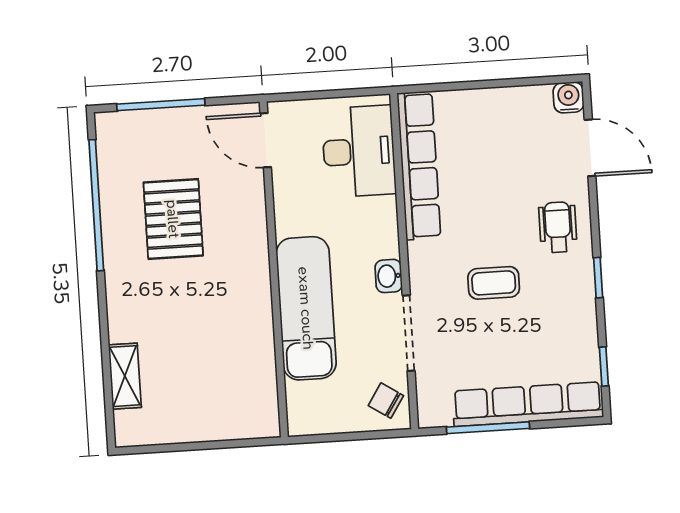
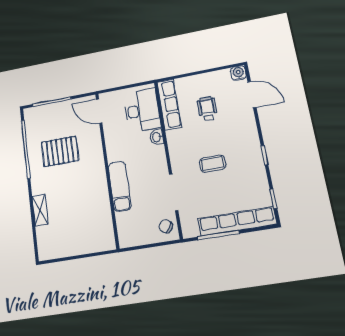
row of seats: (419, 166) -> (169, 104), width x0.73
pallet: (173, 219) -> (60, 151), turned 90
wheelchair: (558, 227) -> (207, 109), moved
washbasin: (389, 276) -> (157, 137), moved
exam couch: (306, 308) -> (120, 186), width x0.73, depth x0.69
shelving: (125, 376) -> (40, 210), moved

